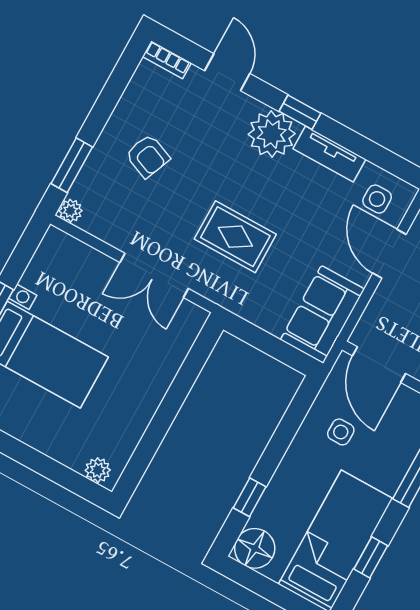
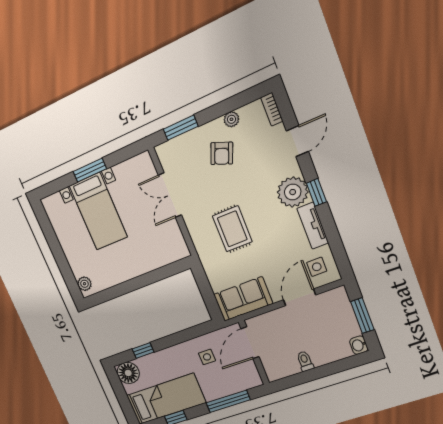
plant: (70, 211) -> (231, 119), moved
double door: (154, 275) -> (170, 195), moved

